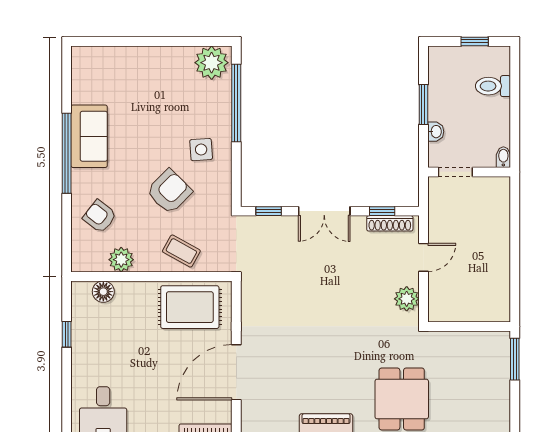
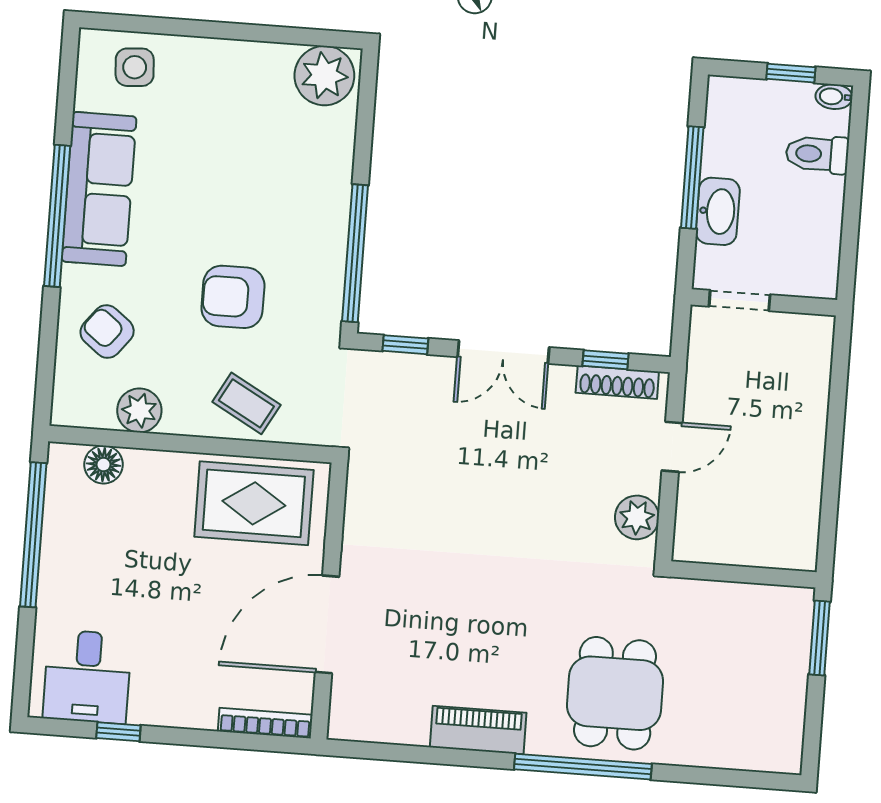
window: (236, 103) -> (355, 253), moved
window: (423, 105) -> (692, 178), width x1.44
washbasin: (436, 132) -> (718, 211), width x1.91, depth x1.45
sofa: (89, 136) -> (99, 189), width x1.36
side table: (201, 150) -> (135, 67), moved
bidet: (503, 157) -> (834, 97), moved, turned -90
armchair: (169, 191) -> (233, 297), turned -135
window: (67, 334) -> (33, 535), width x3.17

